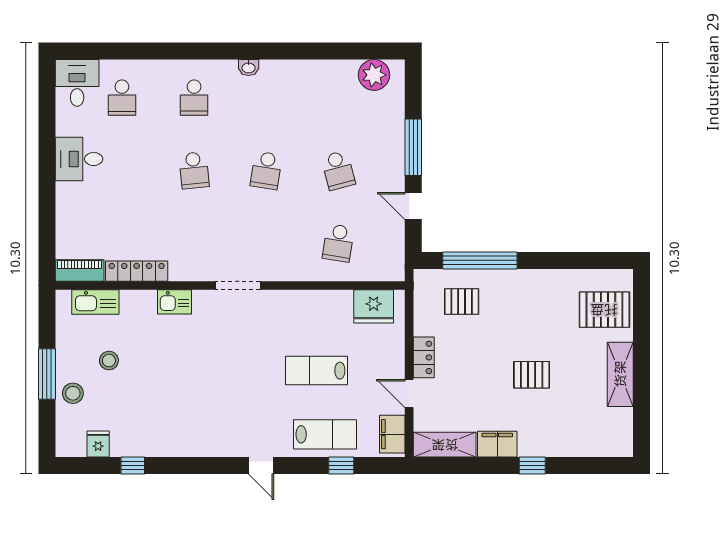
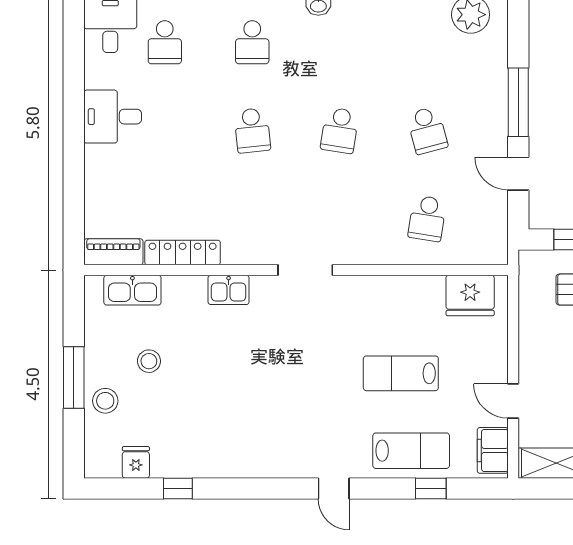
locker: (424, 357) -> (531, 357), removed

